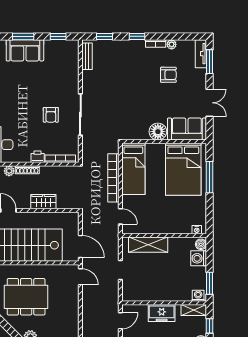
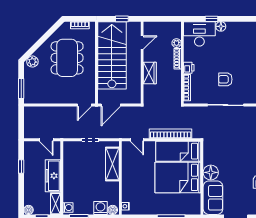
bed: (183, 169) -> (178, 177), moved
door: (120, 216) -> (137, 140), hinge flipped
freezer: (162, 313) -> (53, 176), width x1.40

